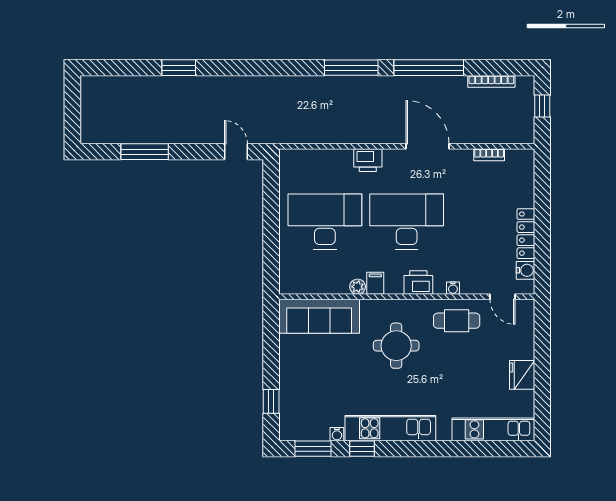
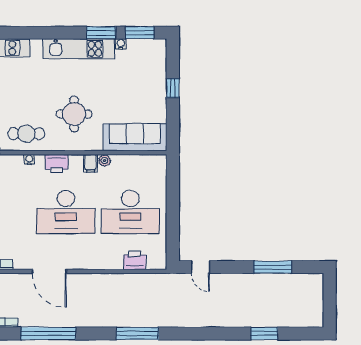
window: (179, 68) -> (264, 333), moved
window: (351, 68) -> (137, 333), moved
printer: (368, 160) -> (135, 260), moved
window: (271, 401) -> (173, 88), moved
window: (362, 449) -> (101, 33), width x1.50

